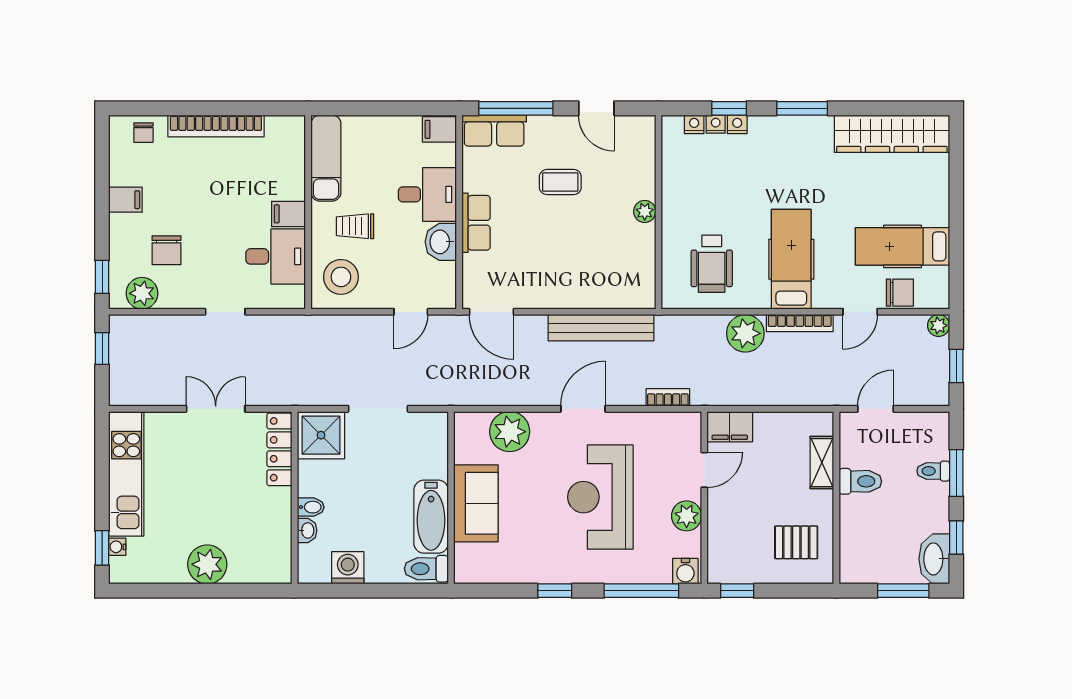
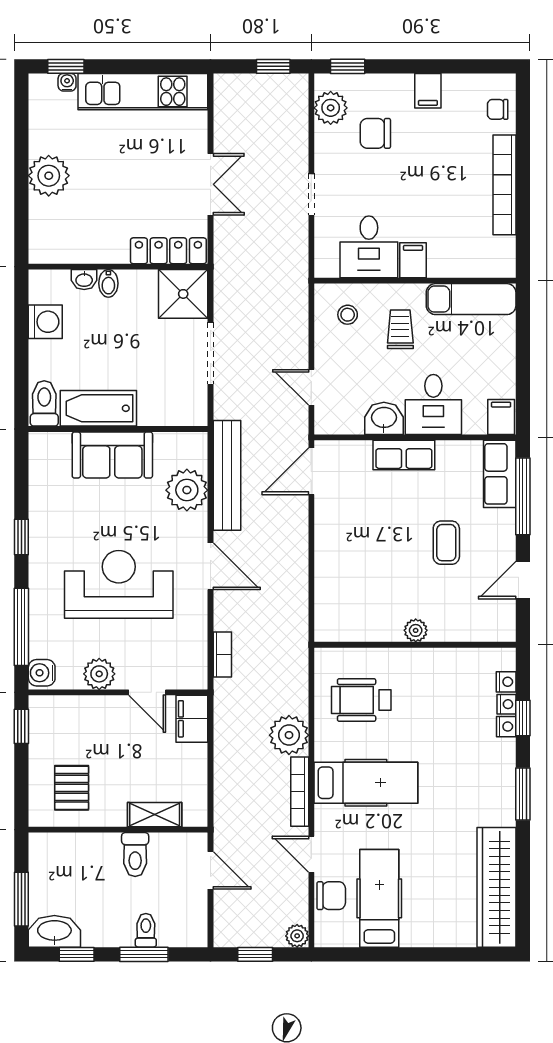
stool: (341, 277) -> (348, 315), width x0.53, depth x0.53
chair: (900, 293) -> (331, 896), turned -90
bench: (601, 328) -> (227, 475), moved

